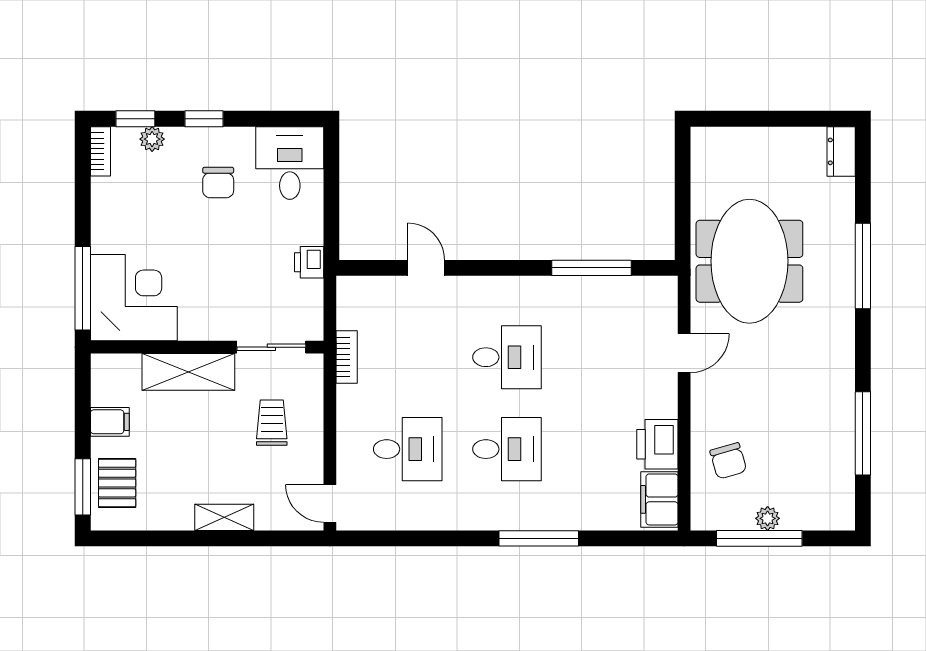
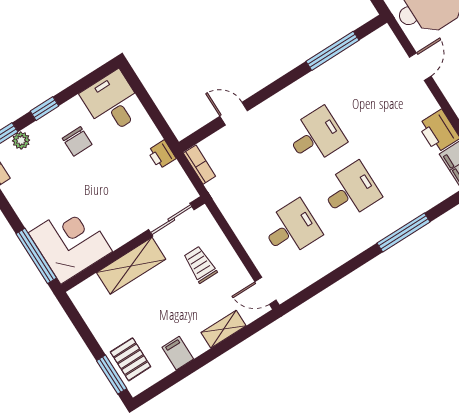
bookcase: (347, 357) -> (199, 165), moved
filing cabinet: (110, 422) -> (178, 353), moved, turned -90
shelving: (224, 517) -> (223, 329), moved

